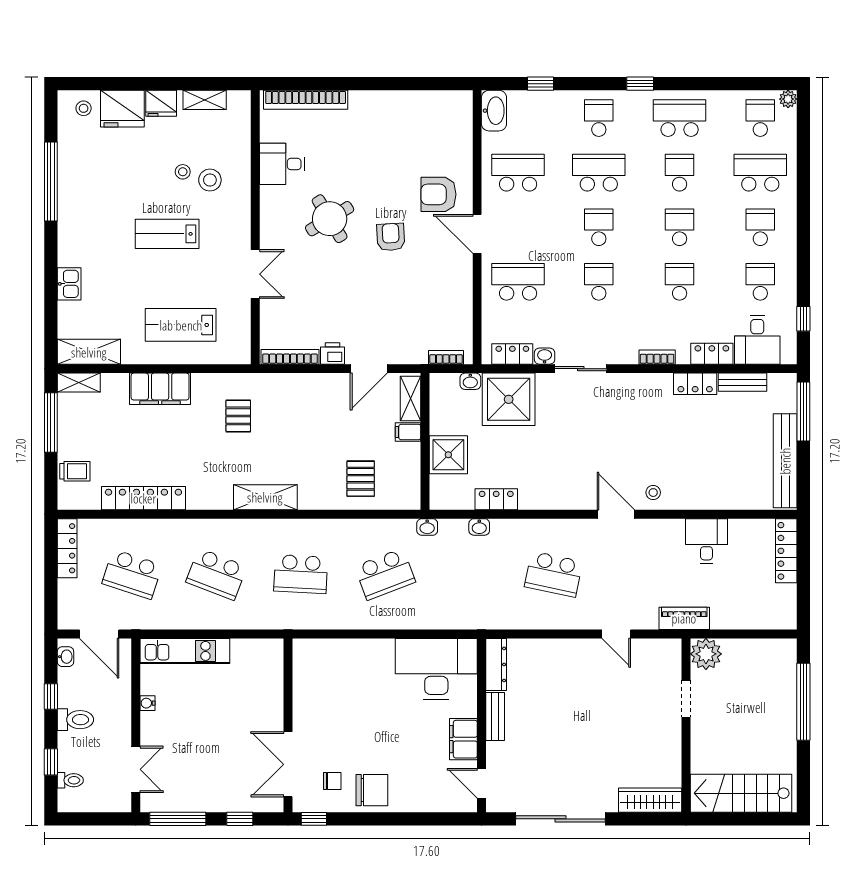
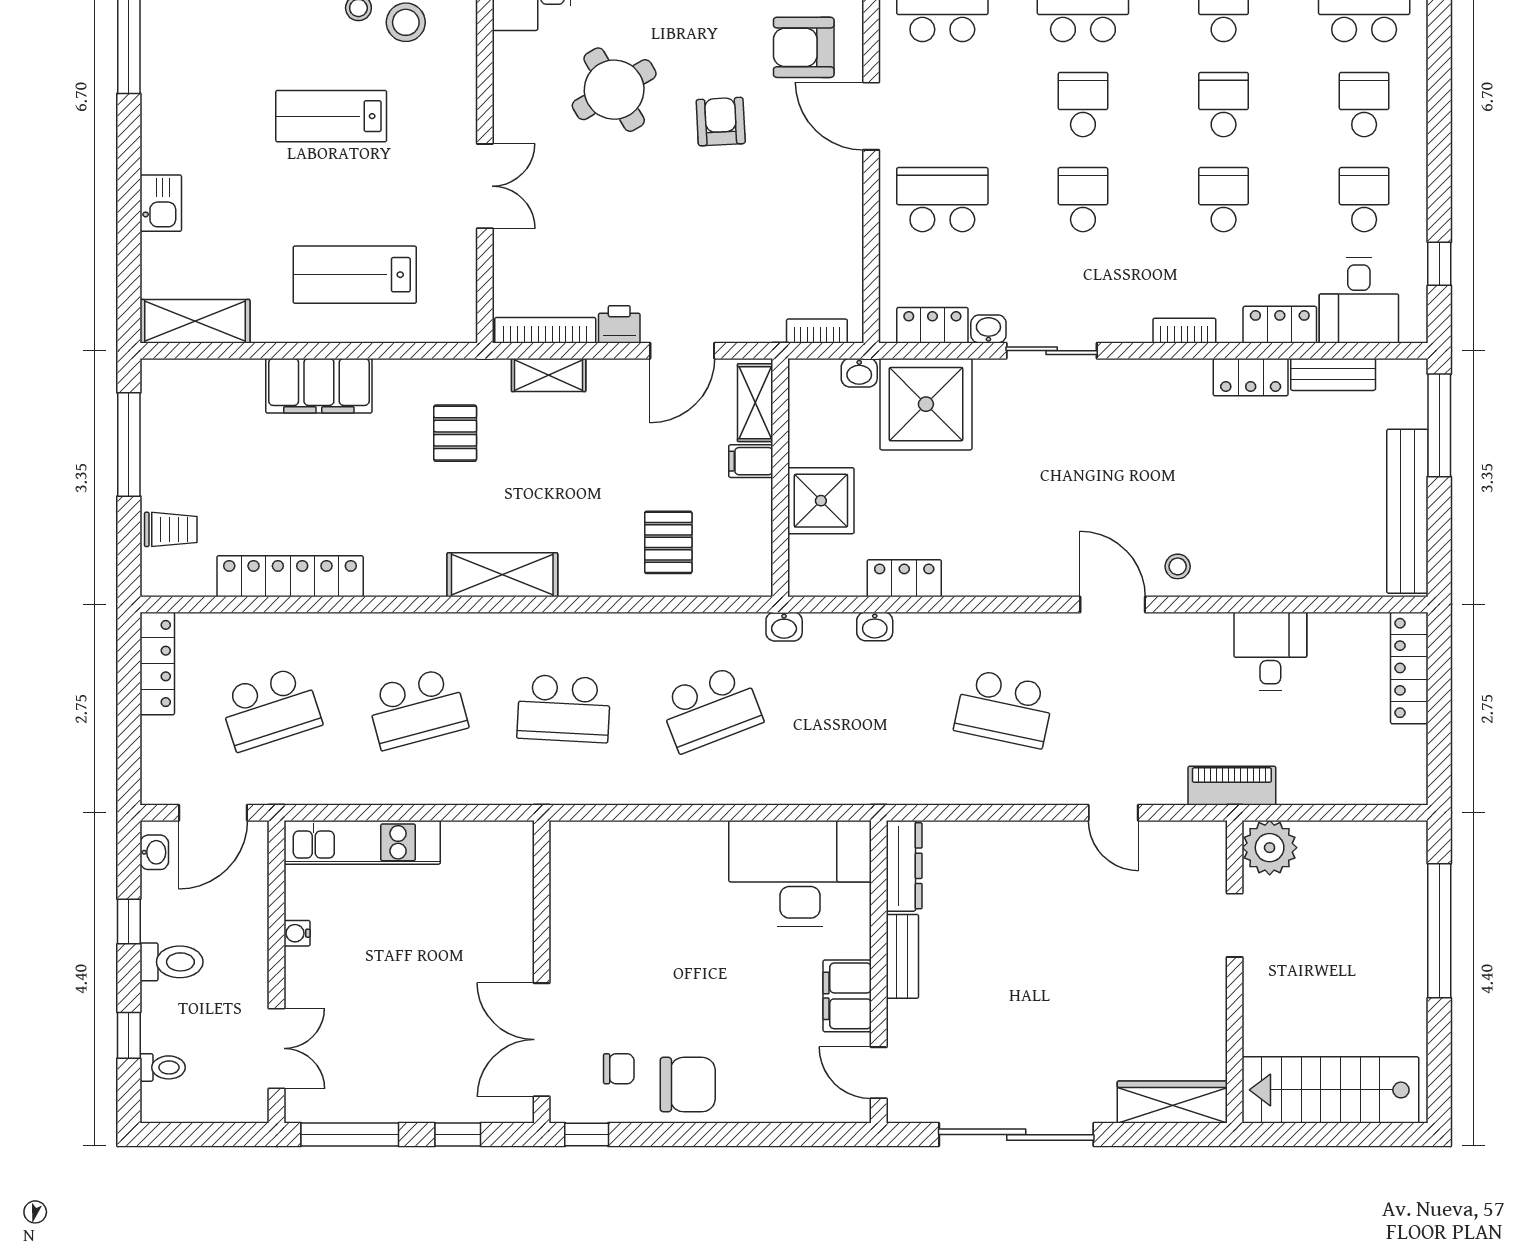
shelving: (79, 383) -> (549, 375), moved
school desk: (132, 574) -> (270, 709), turned -36
school desk: (216, 574) -> (417, 709), turned -36
door: (99, 634) -> (213, 813), hinge flipped

